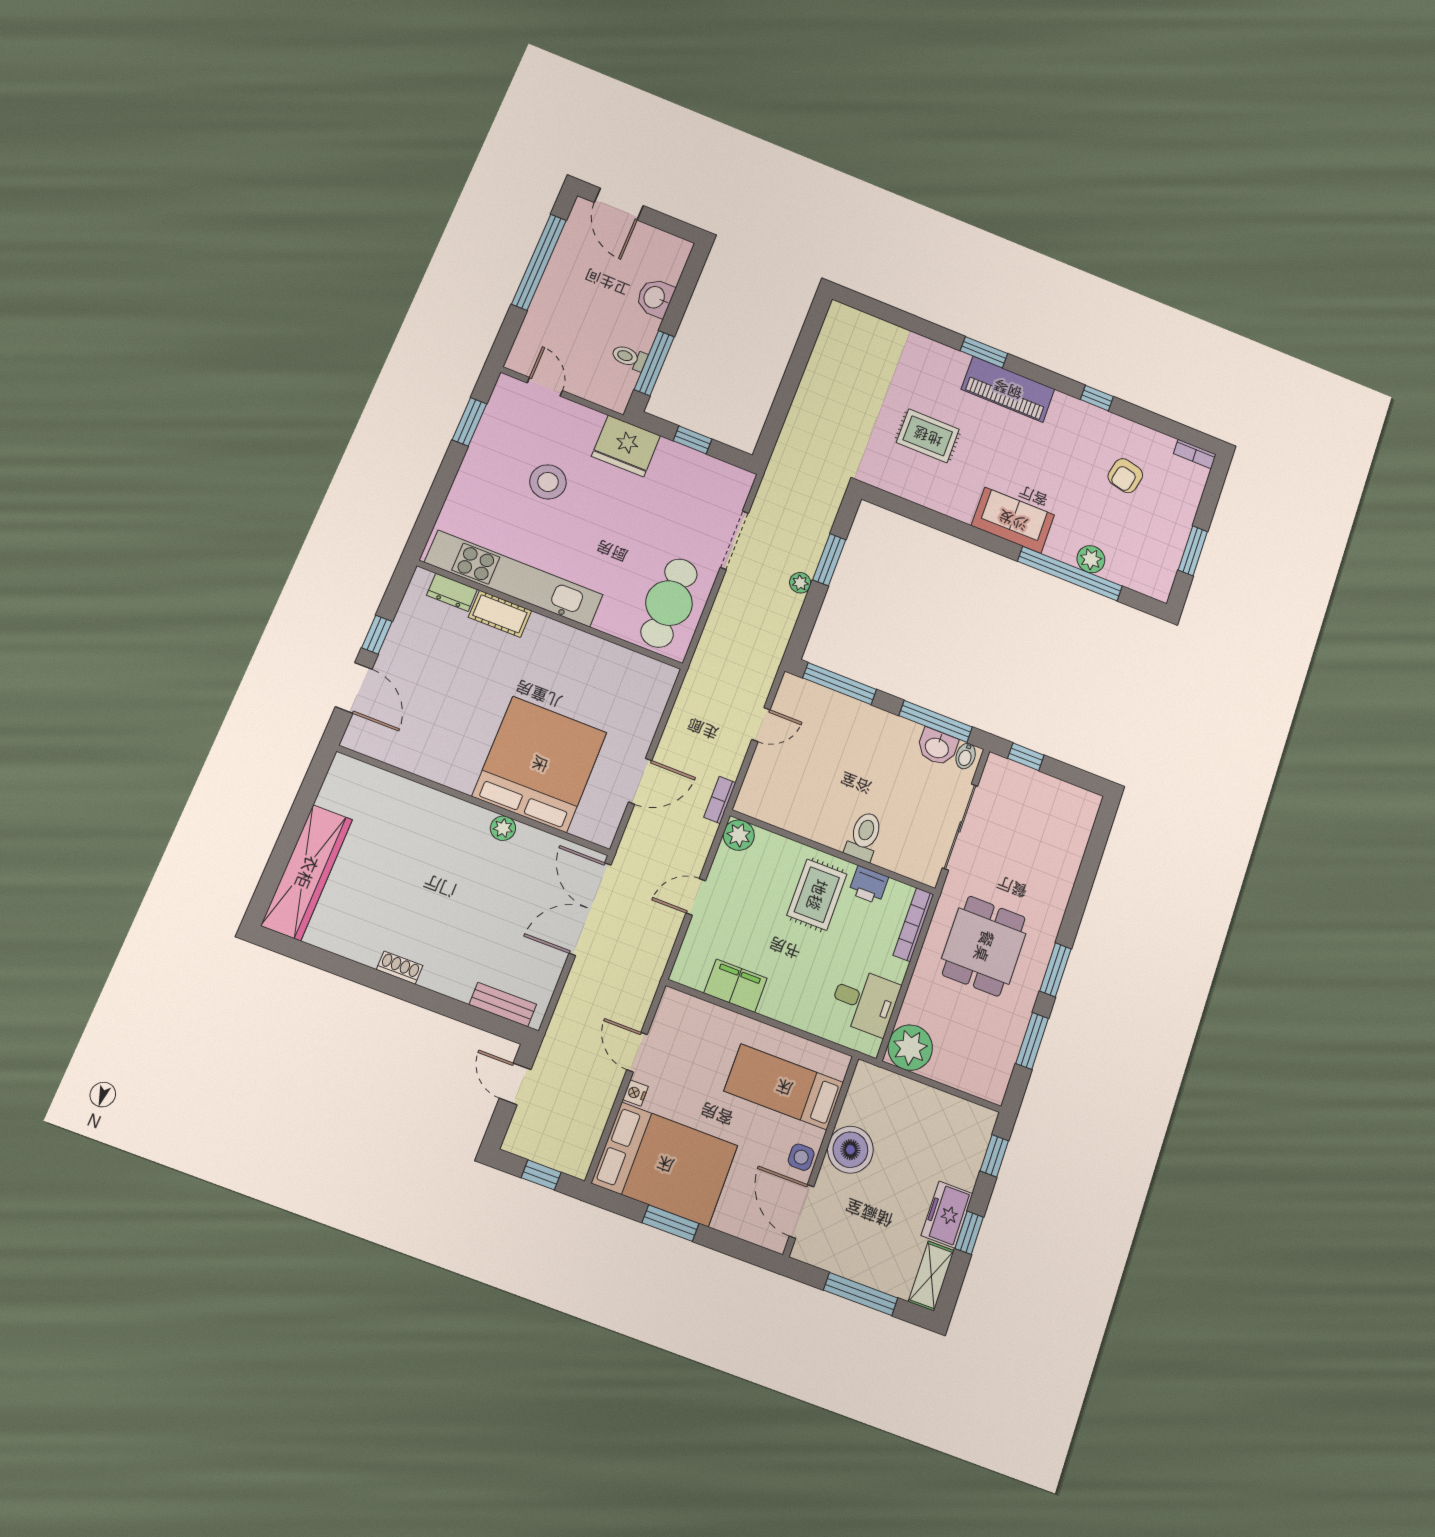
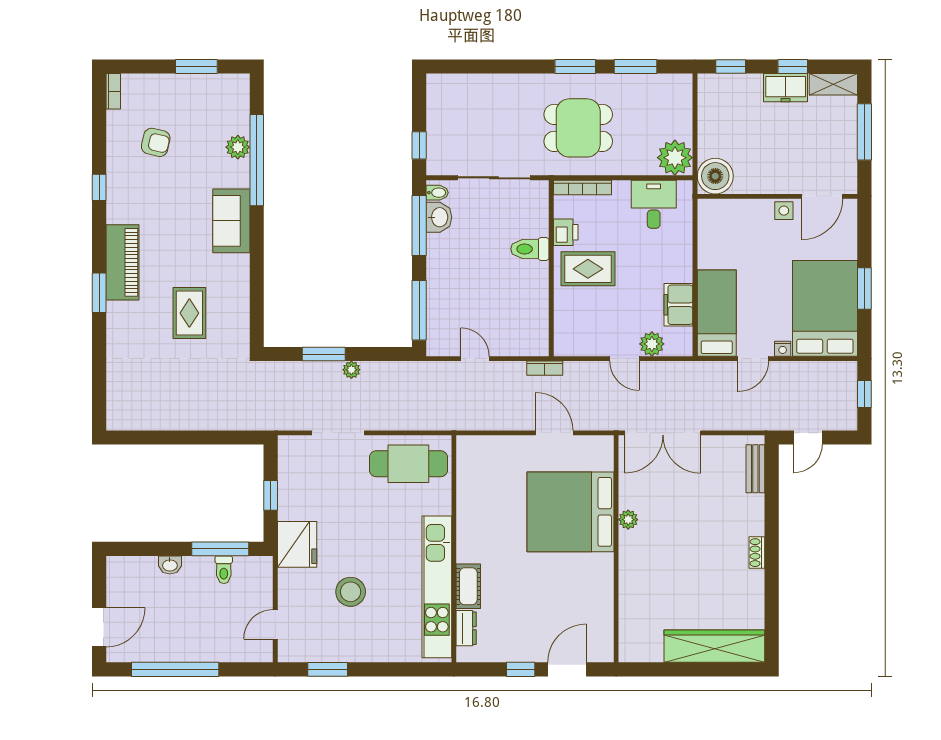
washbasin: (655, 298) -> (170, 565), width x0.72, depth x0.69
plant: (739, 835) -> (652, 344), moved
bed: (784, 1087) -> (717, 313), moved, turned 180
boiler: (850, 1150) -> (715, 176), moved

